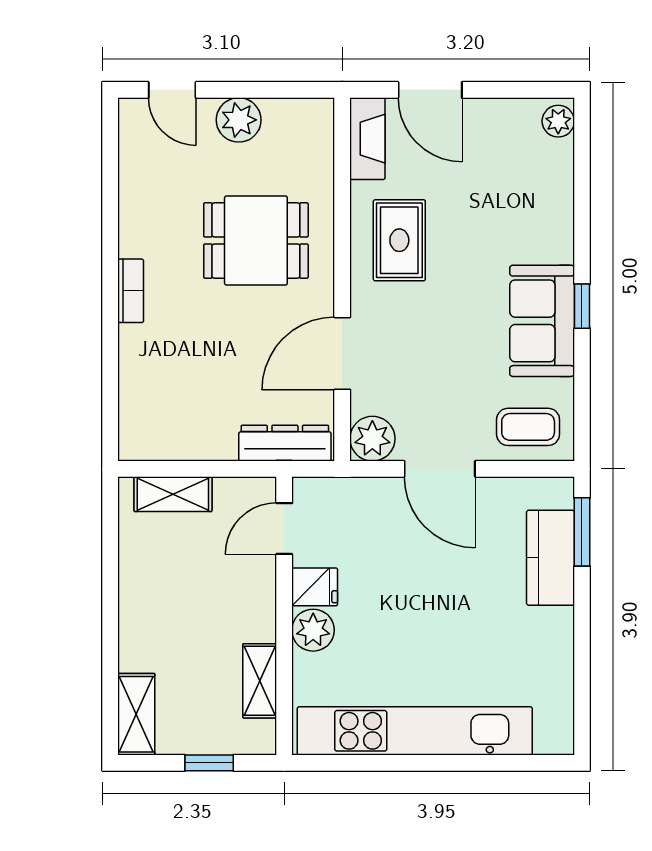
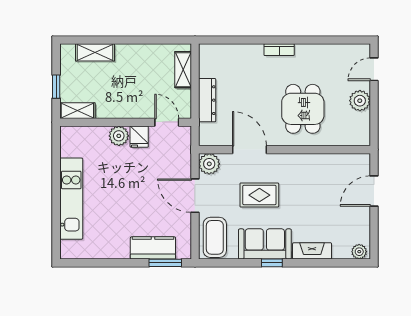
fireplace: (367, 139) -> (312, 251), moved, turned 180
rug: (399, 240) -> (259, 195), moved
coffee table: (528, 427) -> (215, 237), width x1.36, depth x1.30
dresser: (285, 443) -> (207, 100), moved
door: (440, 469) -> (195, 196), hinge flipped
shelving: (260, 681) -> (77, 111), moved
shelving: (136, 714) -> (95, 52), moved
kitchen unit: (415, 731) -> (71, 199), width x0.73

